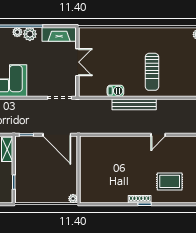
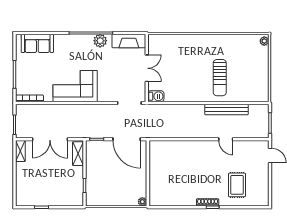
plant: (17, 32) -> (88, 39), removed
barbecue: (115, 91) -> (156, 96), moved
bench: (134, 104) -> (227, 110), moved
door: (158, 135) -> (226, 139), hinge flipped
rug: (170, 181) -> (237, 185), turned 90

